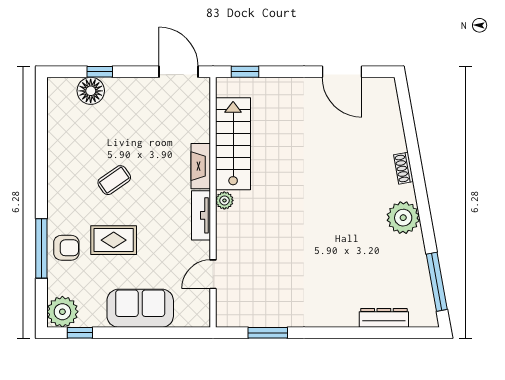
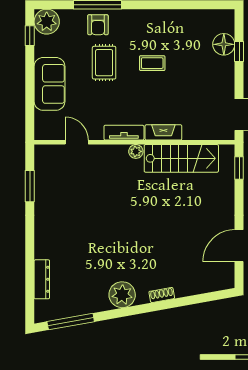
coffee table: (114, 180) -> (152, 63), turned -55

